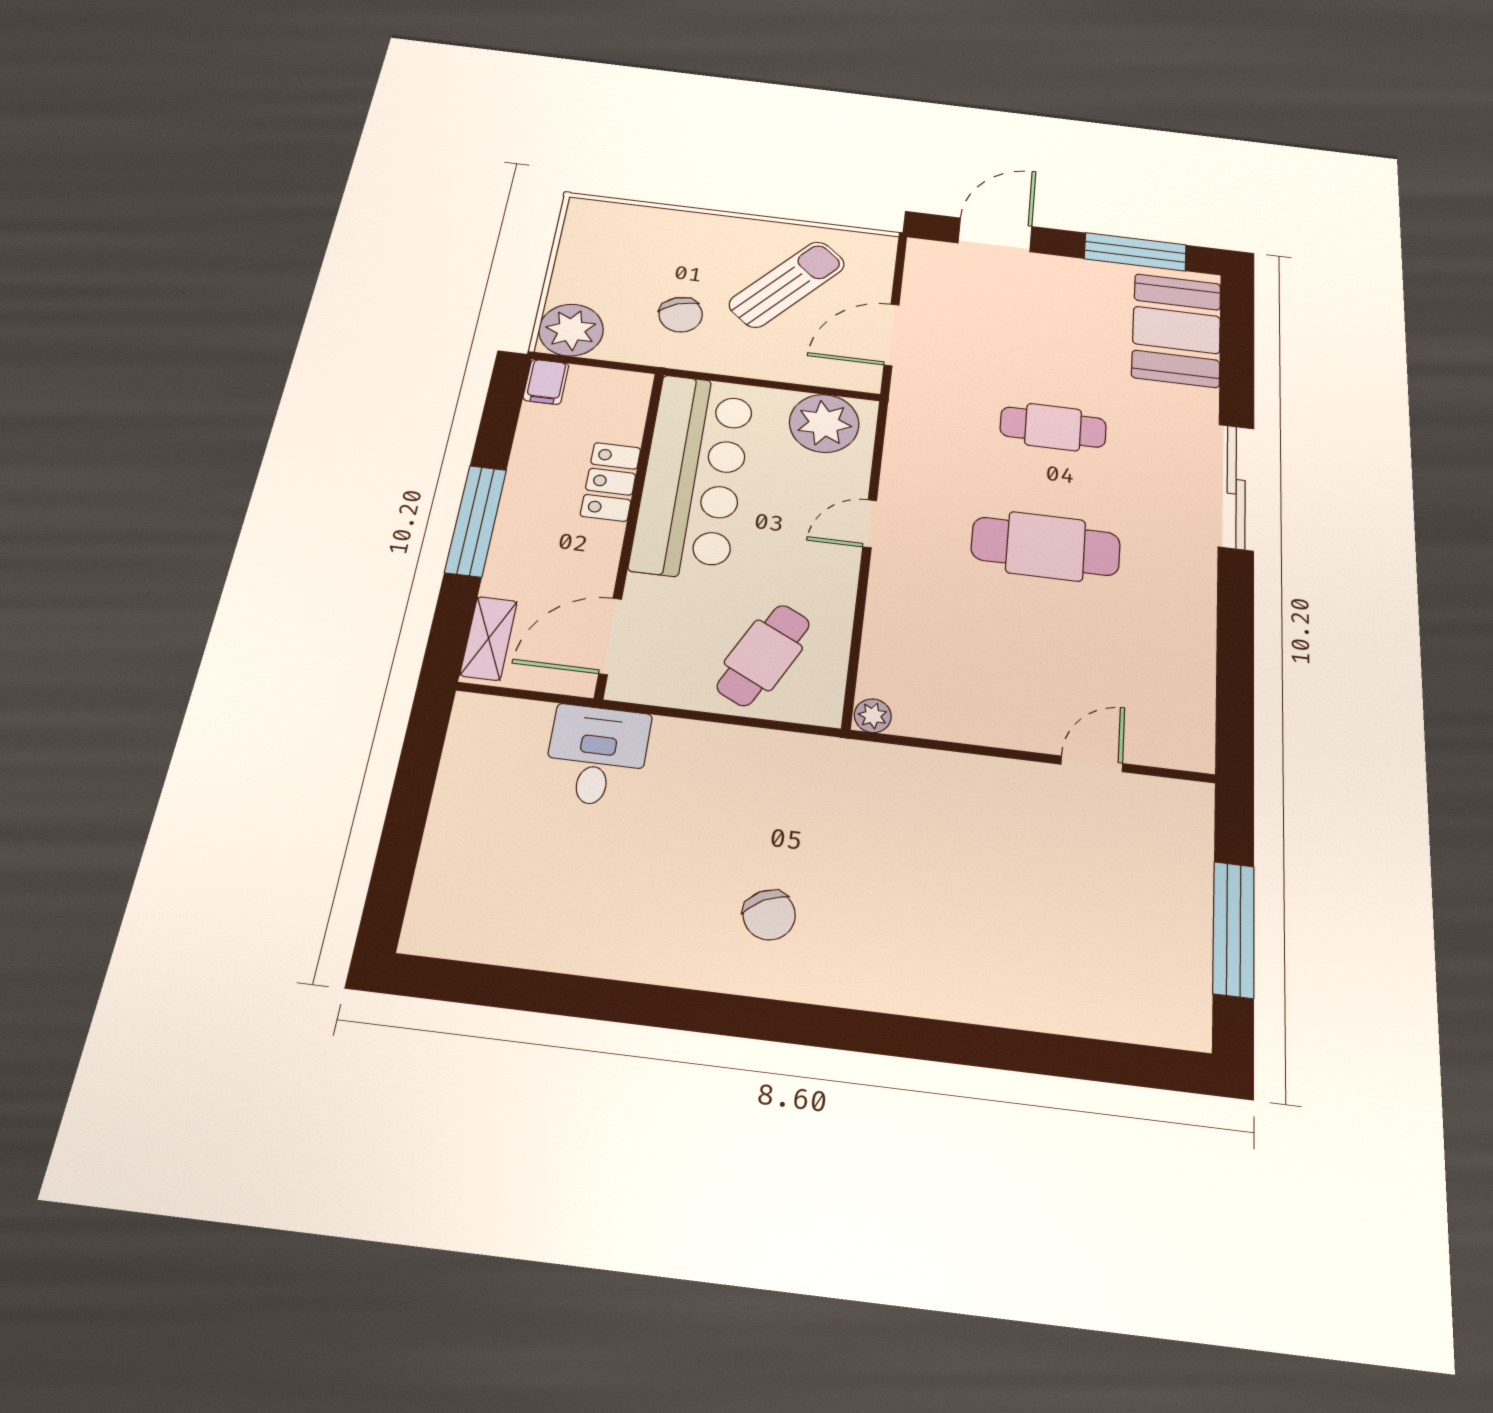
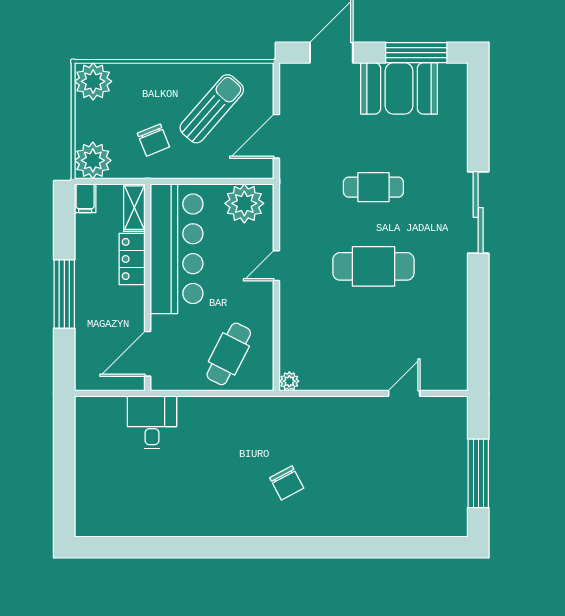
plant: (595, 224) -> (93, 81), added
booth: (1177, 330) -> (399, 88), moved, turned 90
shelving: (489, 638) -> (134, 208), moved
chair: (769, 915) -> (287, 483), moved

